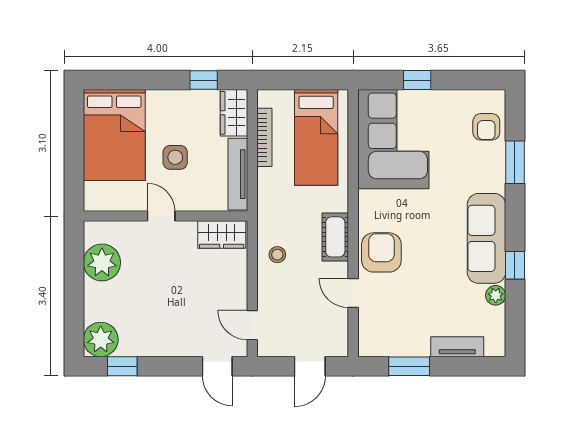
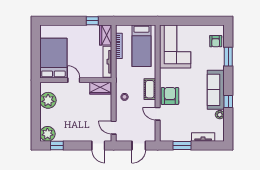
window: (417, 80) -> (186, 21), removed
bed: (114, 135) -> (53, 58), moved, turned 180
side table: (175, 157) -> (80, 54), removed

